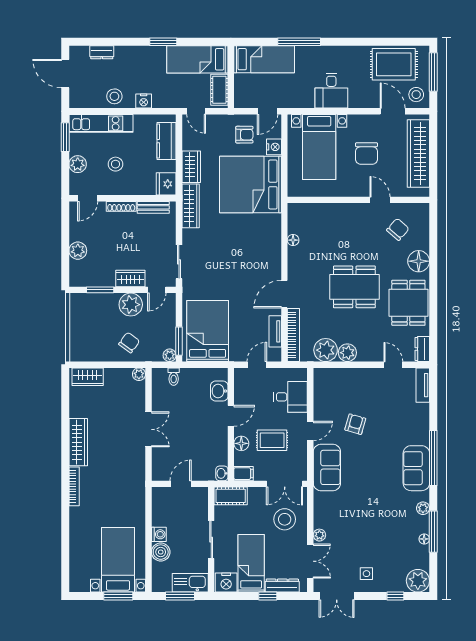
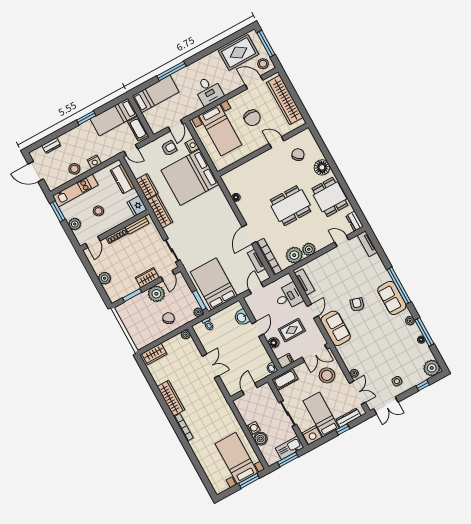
tv unit: (320, 390) -> (305, 282), added
armchair: (355, 424) -> (357, 305), moved

